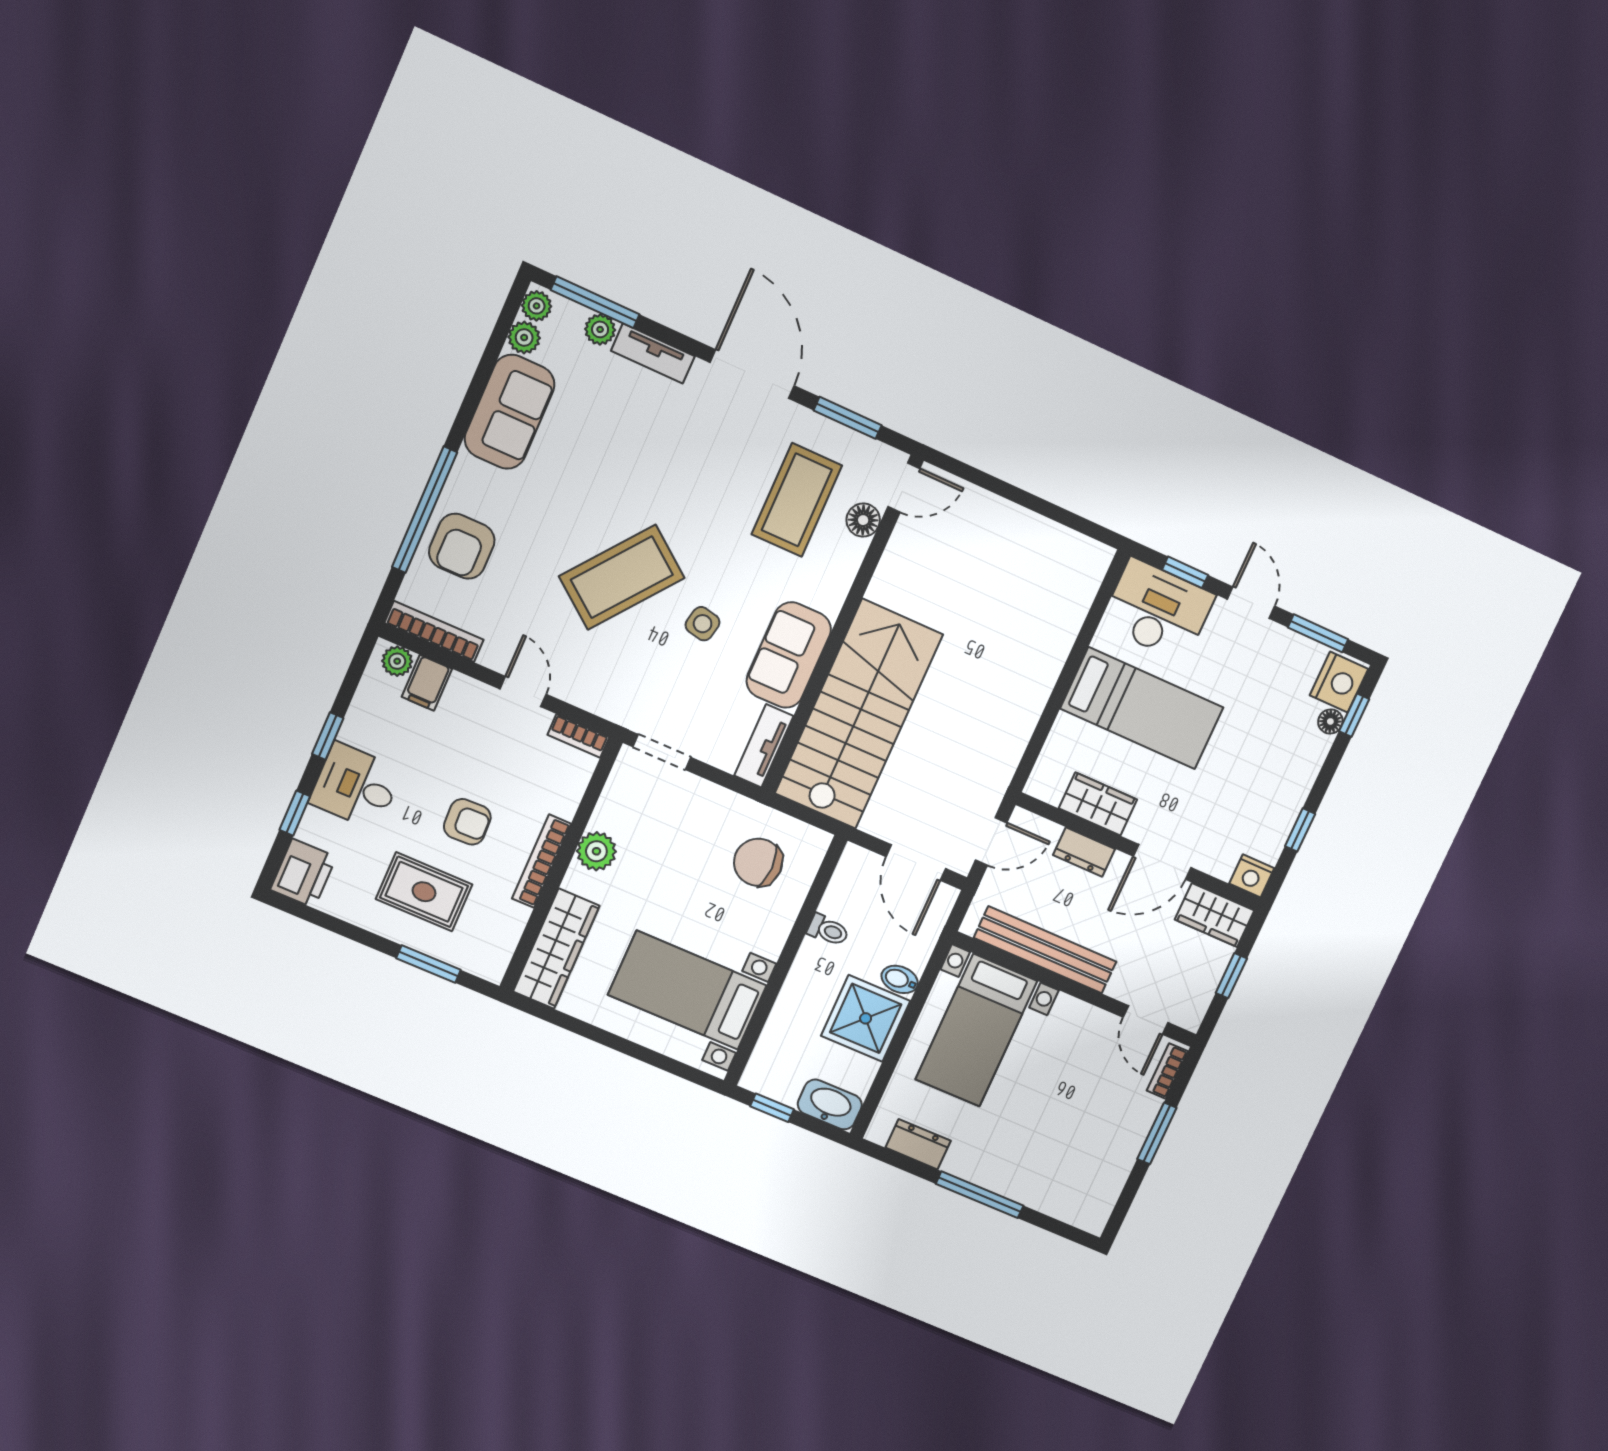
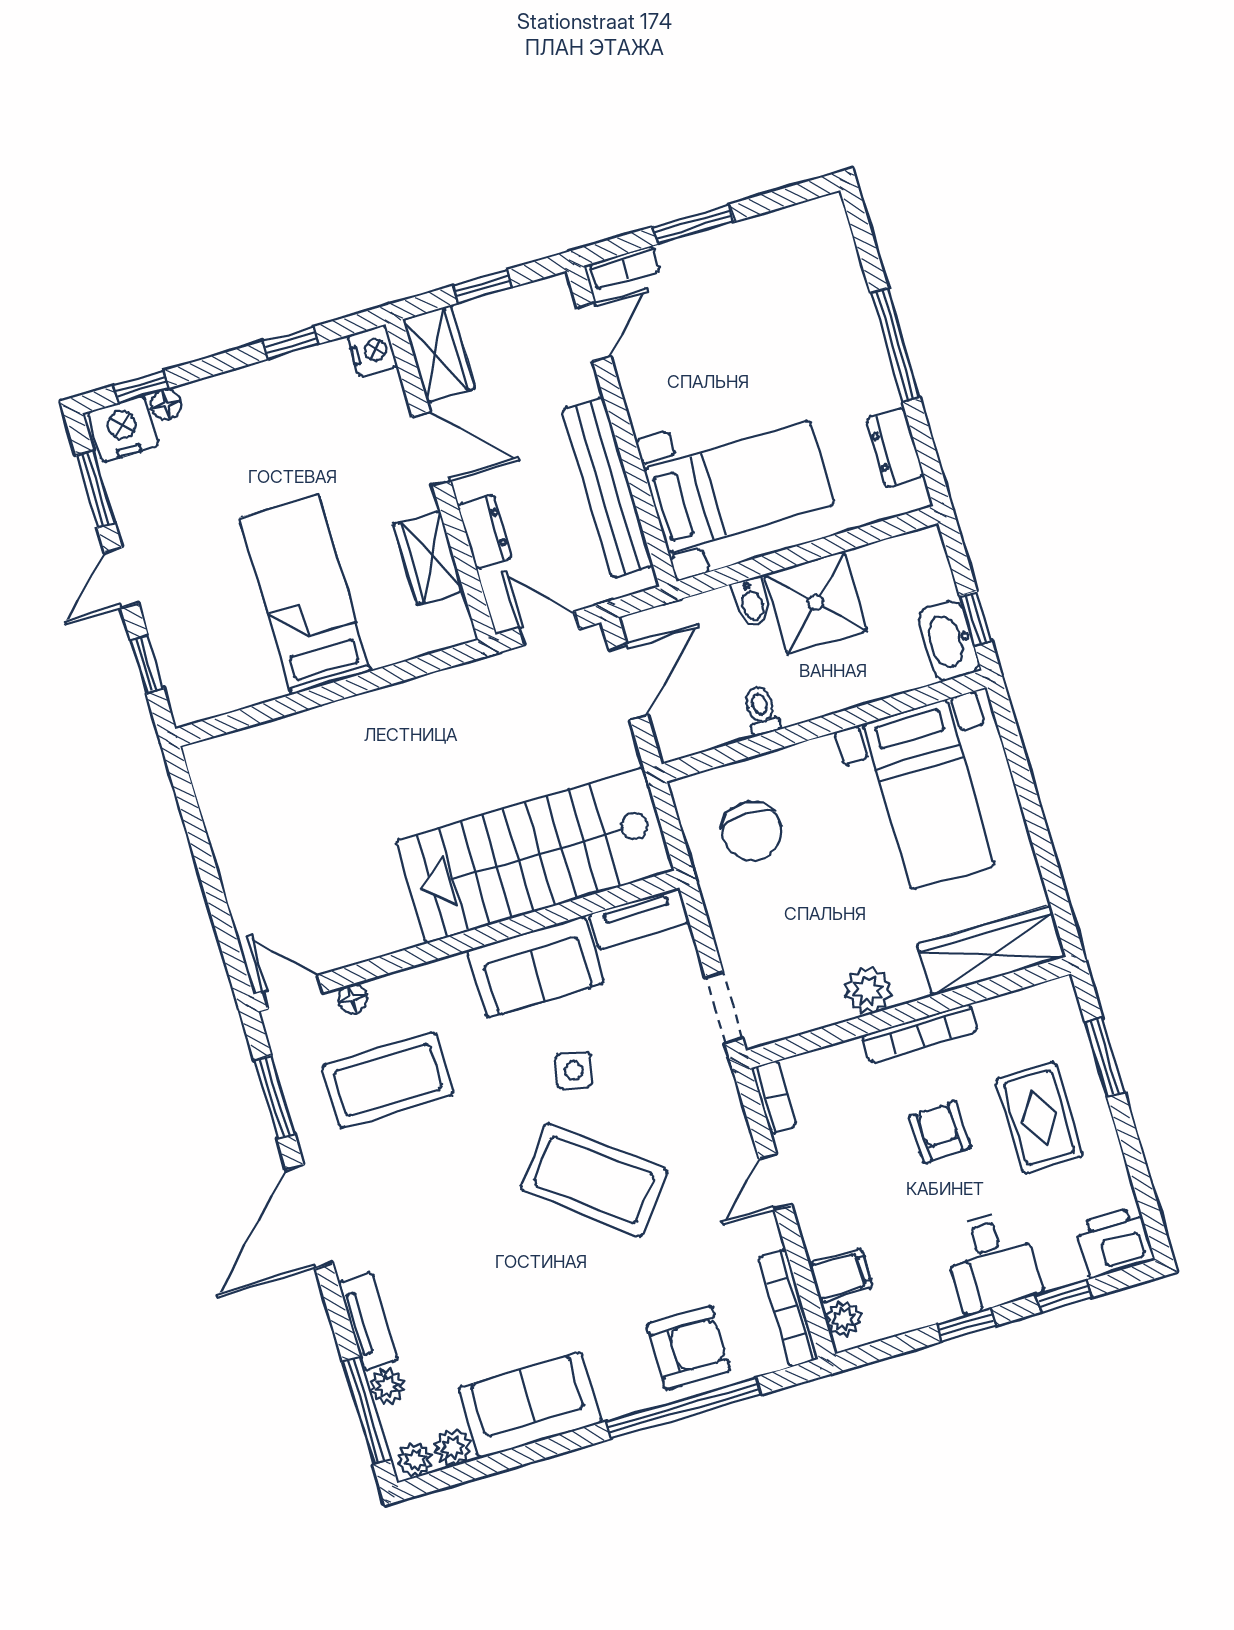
floor lamp: (863, 520) -> (353, 999), width x0.73, depth x0.73
desk: (1158, 610) -> (203, 660), removed
washbasin: (830, 1105) -> (949, 640), moved

